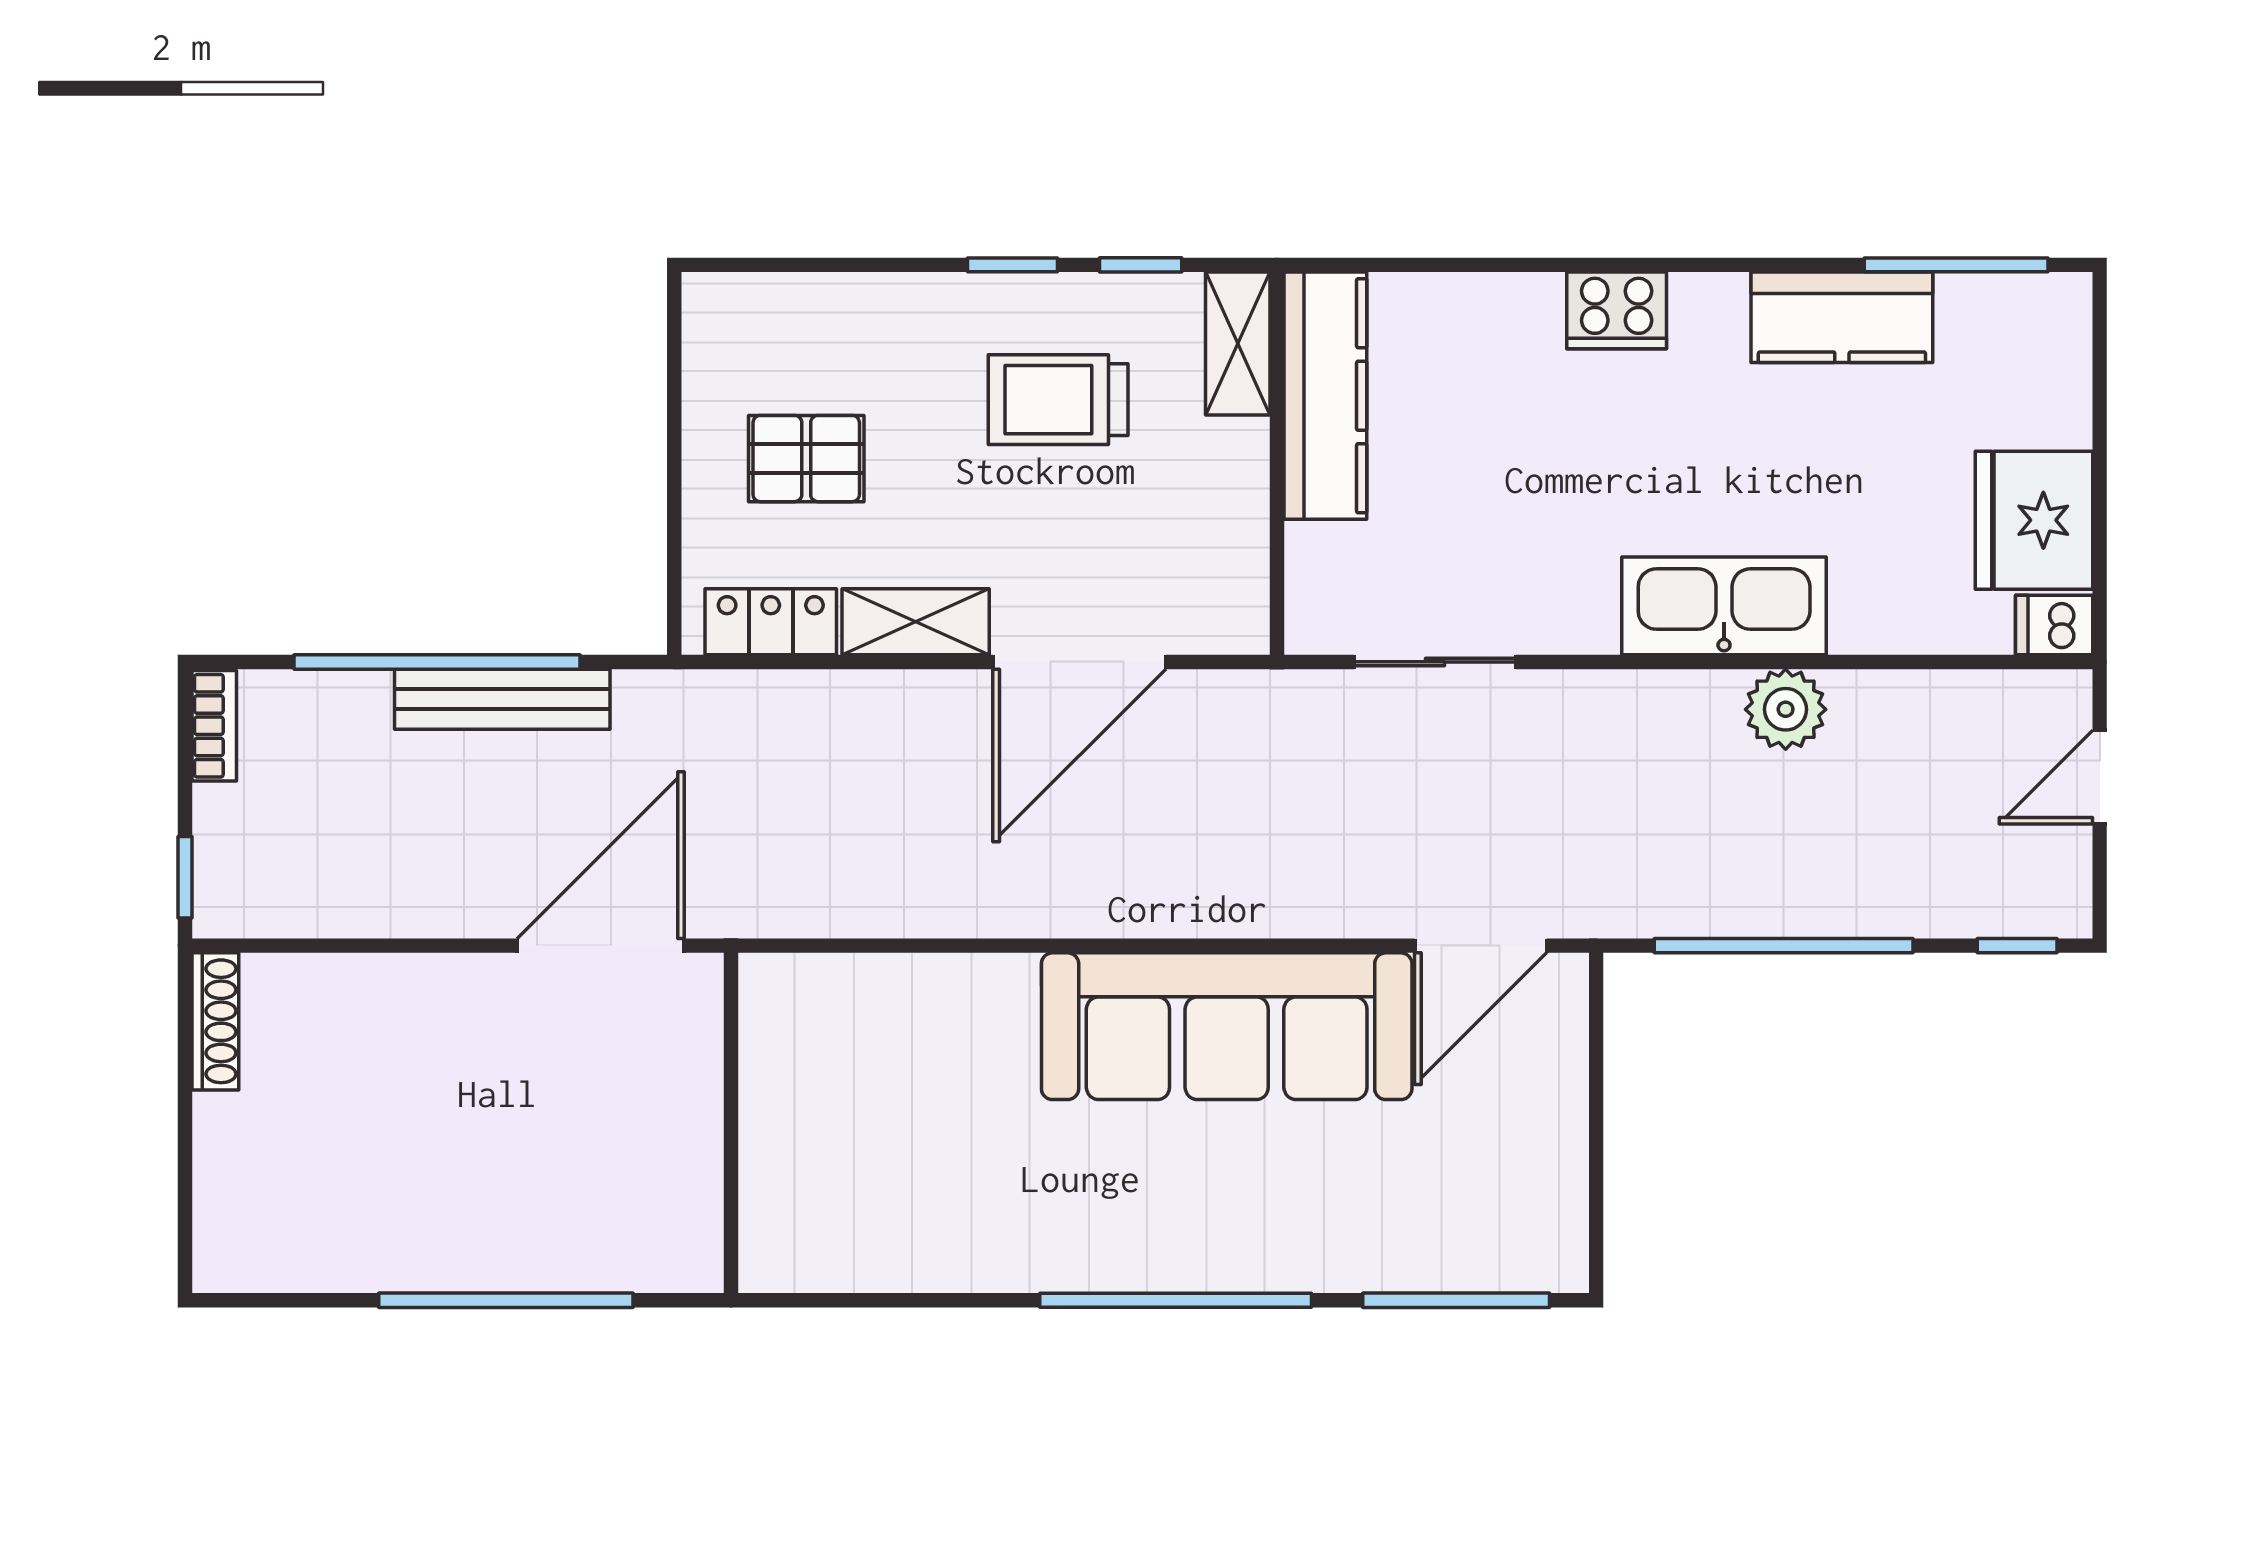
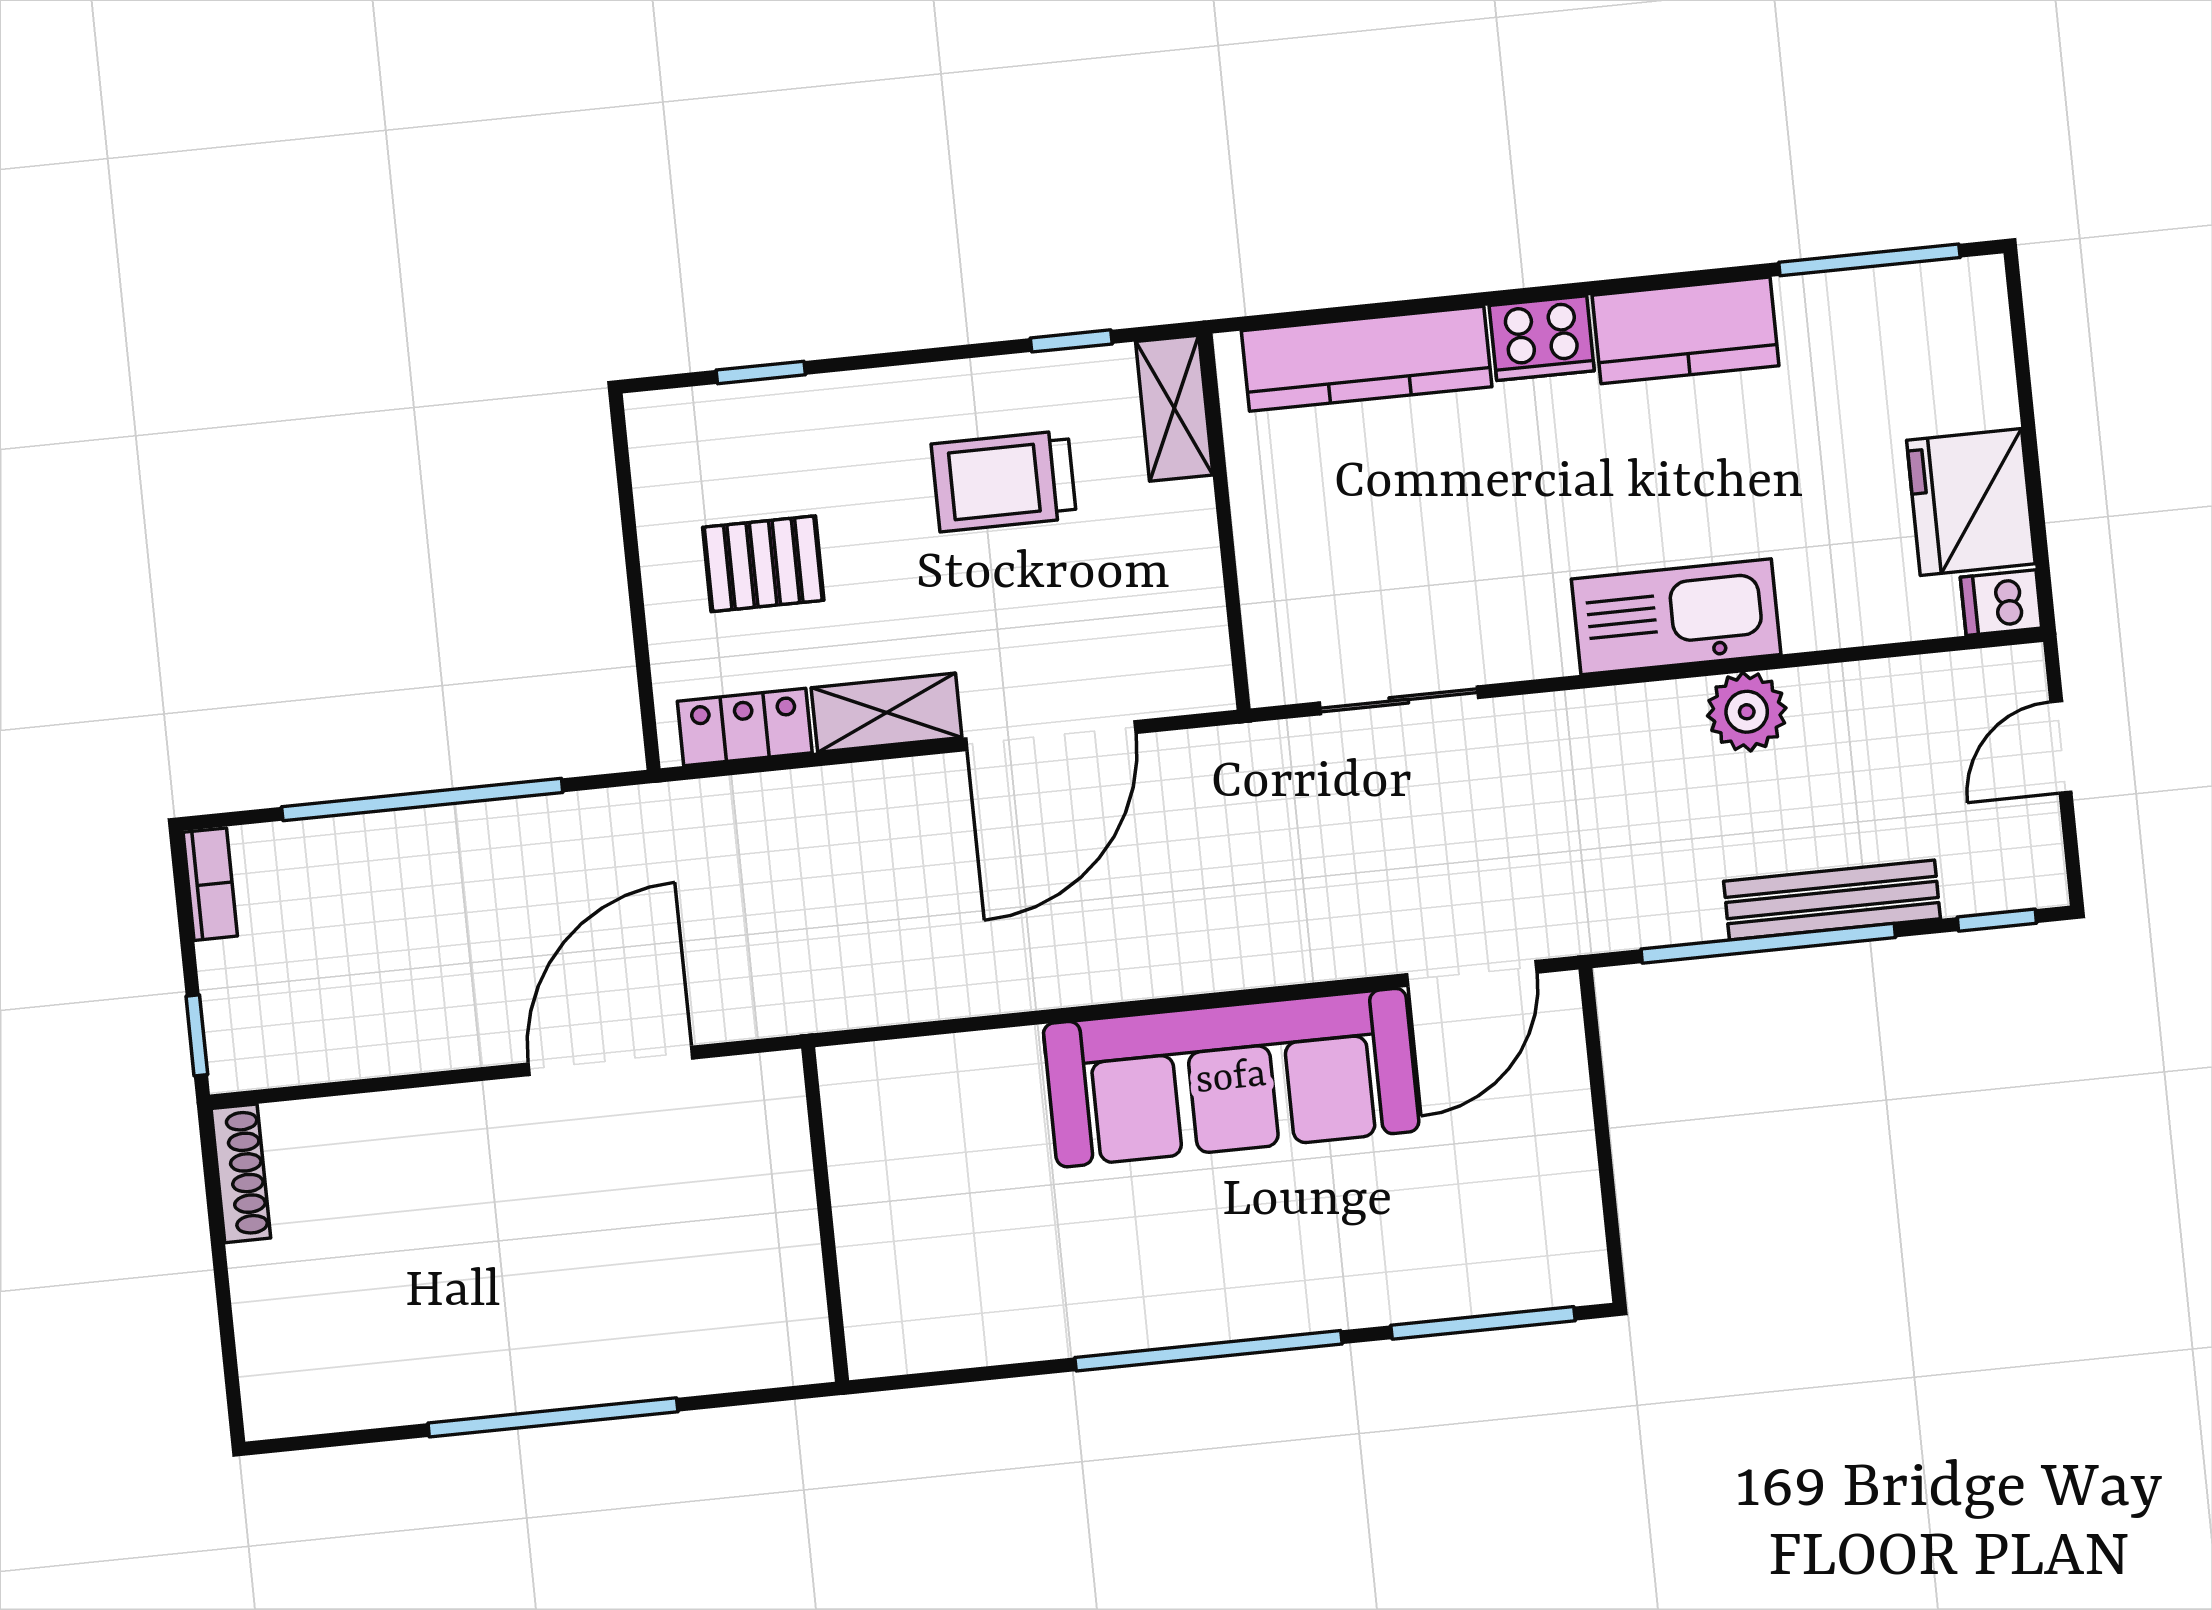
window: (1012, 265) -> (761, 372), moved
kitchen counter: (1842, 317) -> (1685, 330), moved
kitchen counter: (1325, 396) -> (1367, 359), moved, turned 90
bench: (502, 699) -> (1832, 900), moved
wall: (731, 1123) -> (825, 1214), moved

